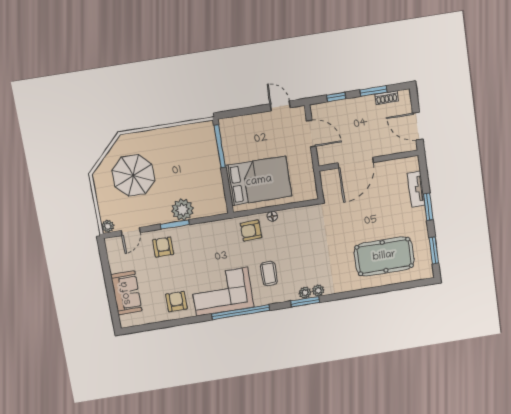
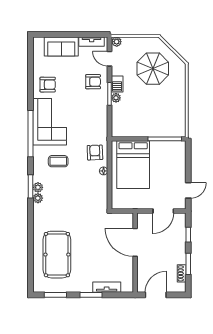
plant: (182, 210) -> (116, 98), width x0.53, depth x0.53
barbecue: (161, 217) -> (117, 84), added
tv unit: (113, 257) -> (92, 42), added

